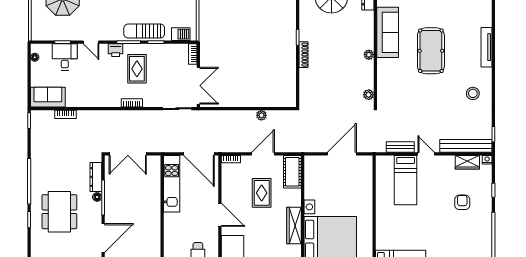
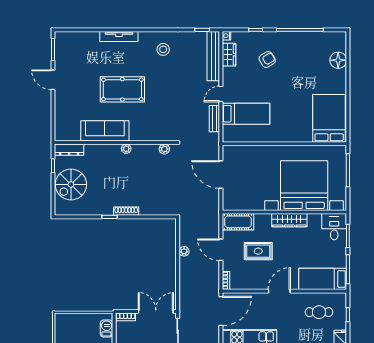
armchair: (462, 202) -> (267, 60), turned 149

